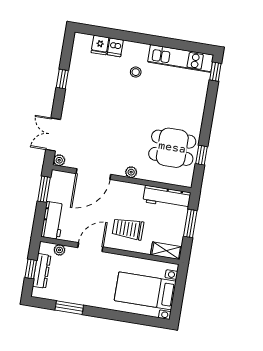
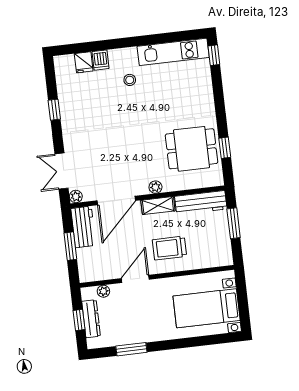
window: (44, 189) -> (70, 246), moved
workbench: (53, 220) -> (83, 227), moved
shelving: (166, 251) -> (158, 206), moved

